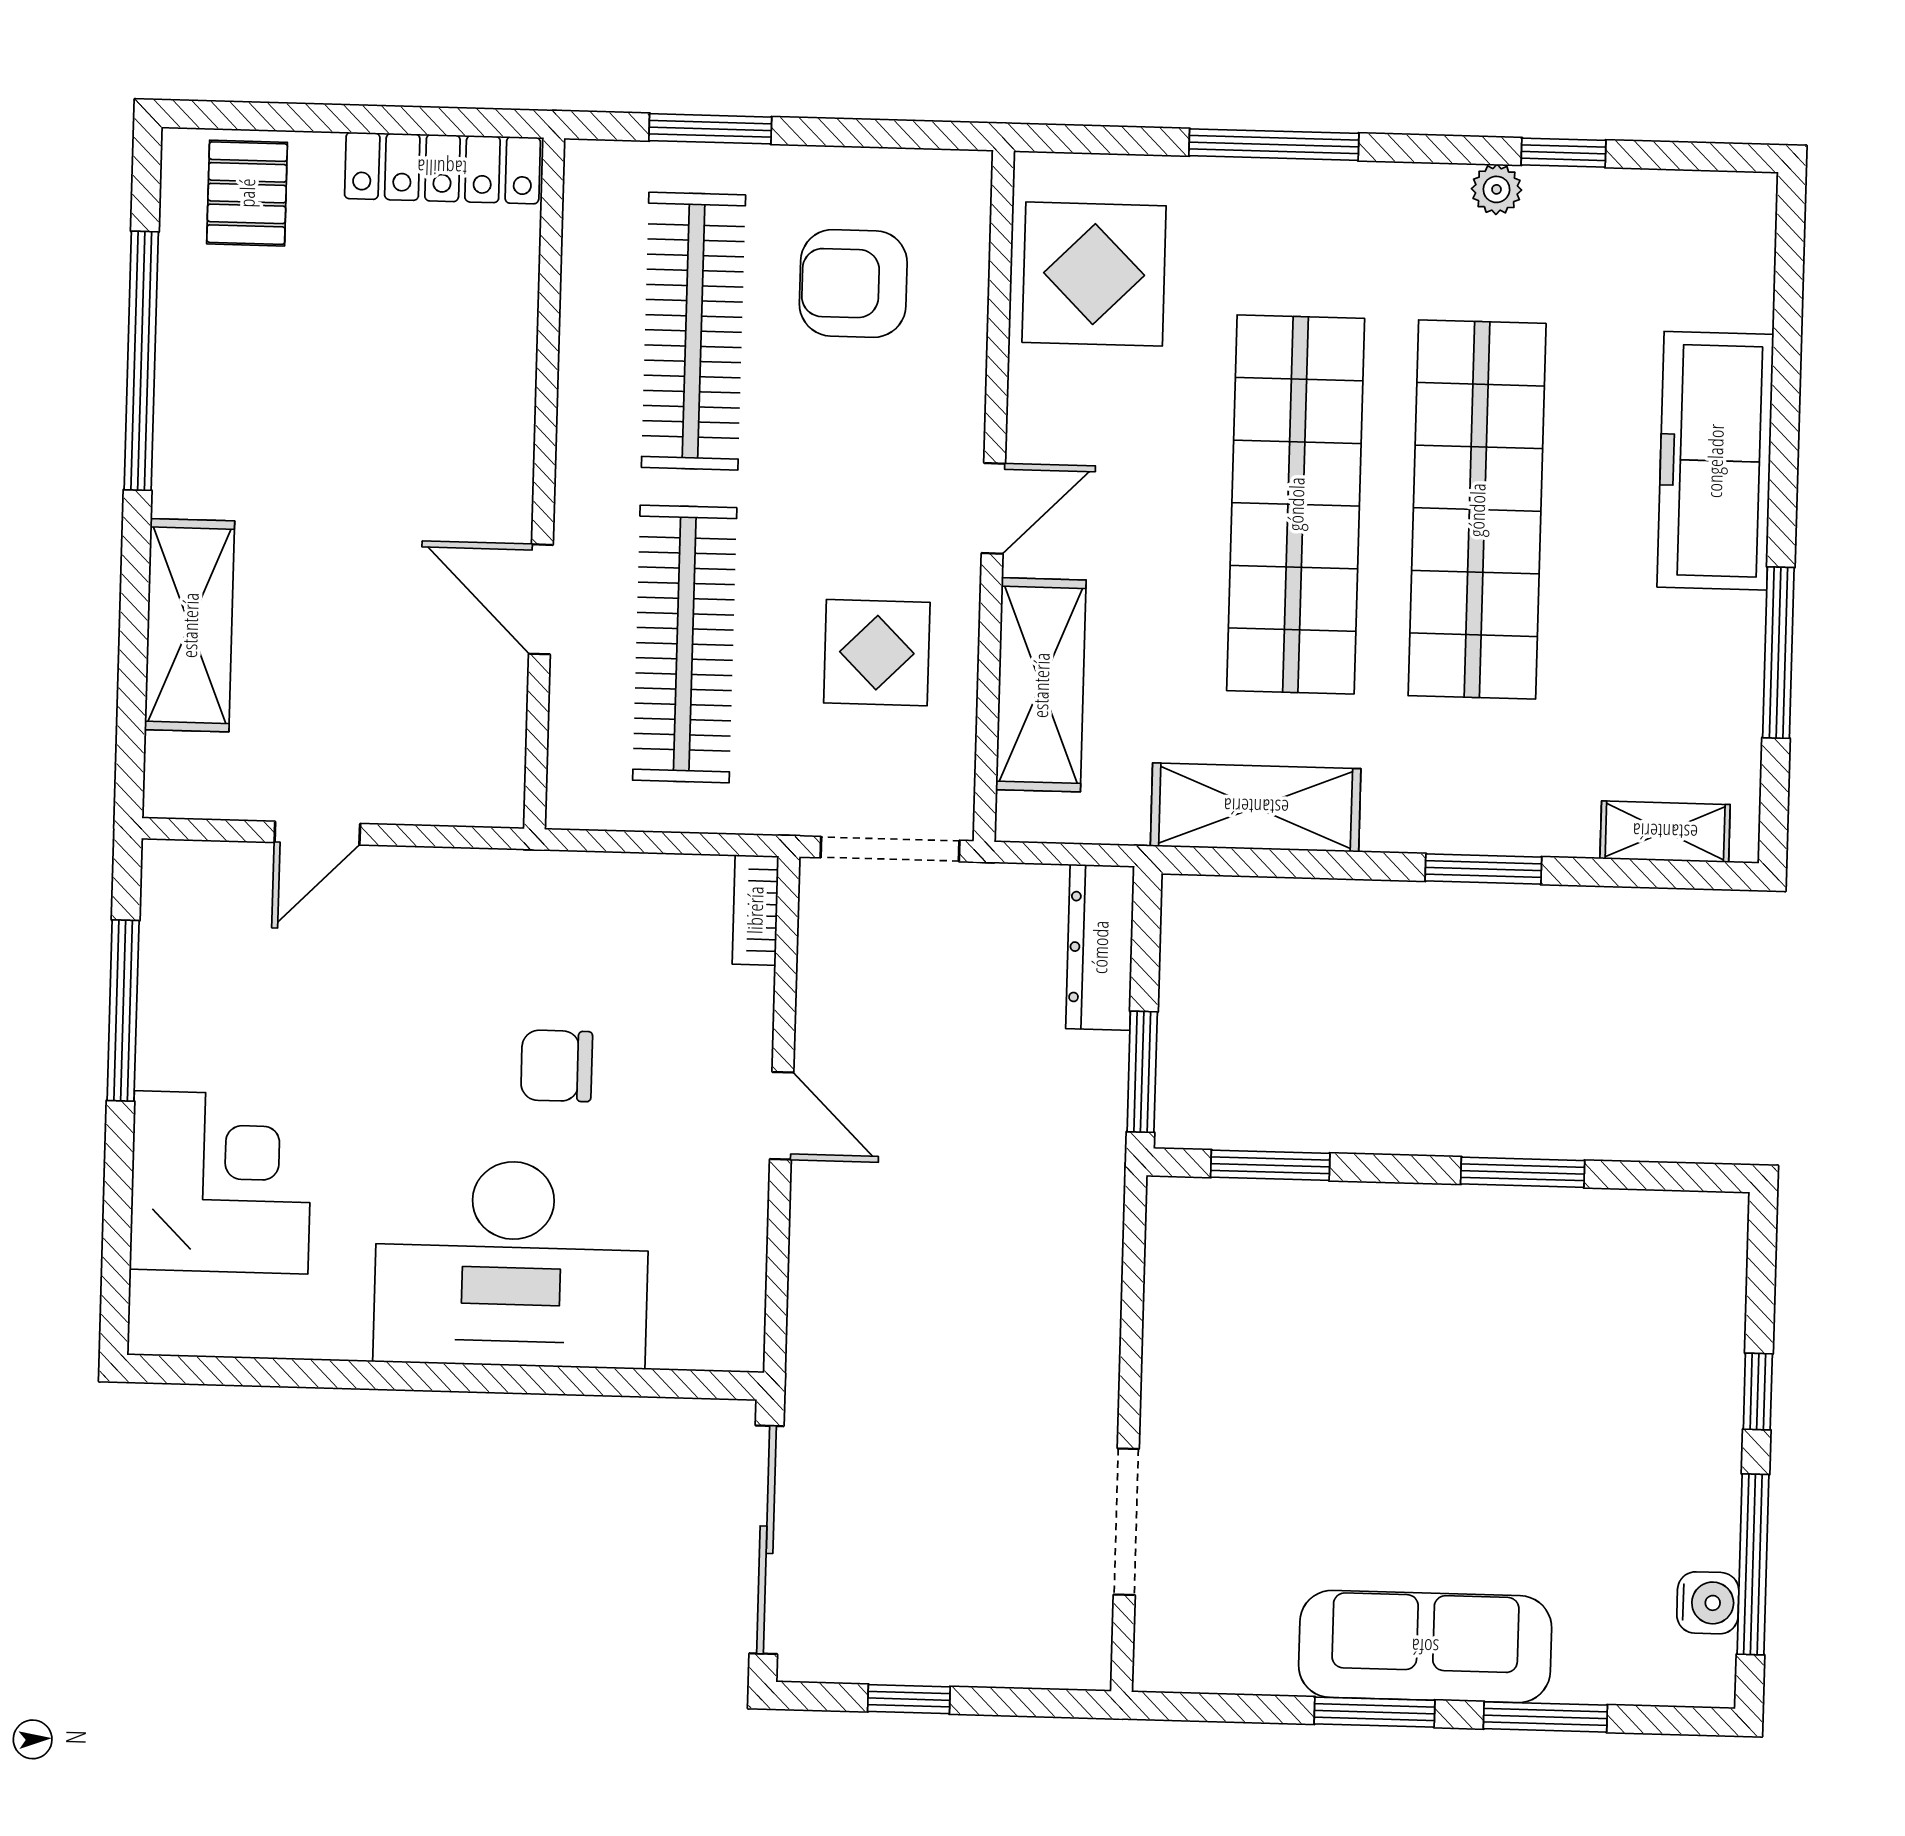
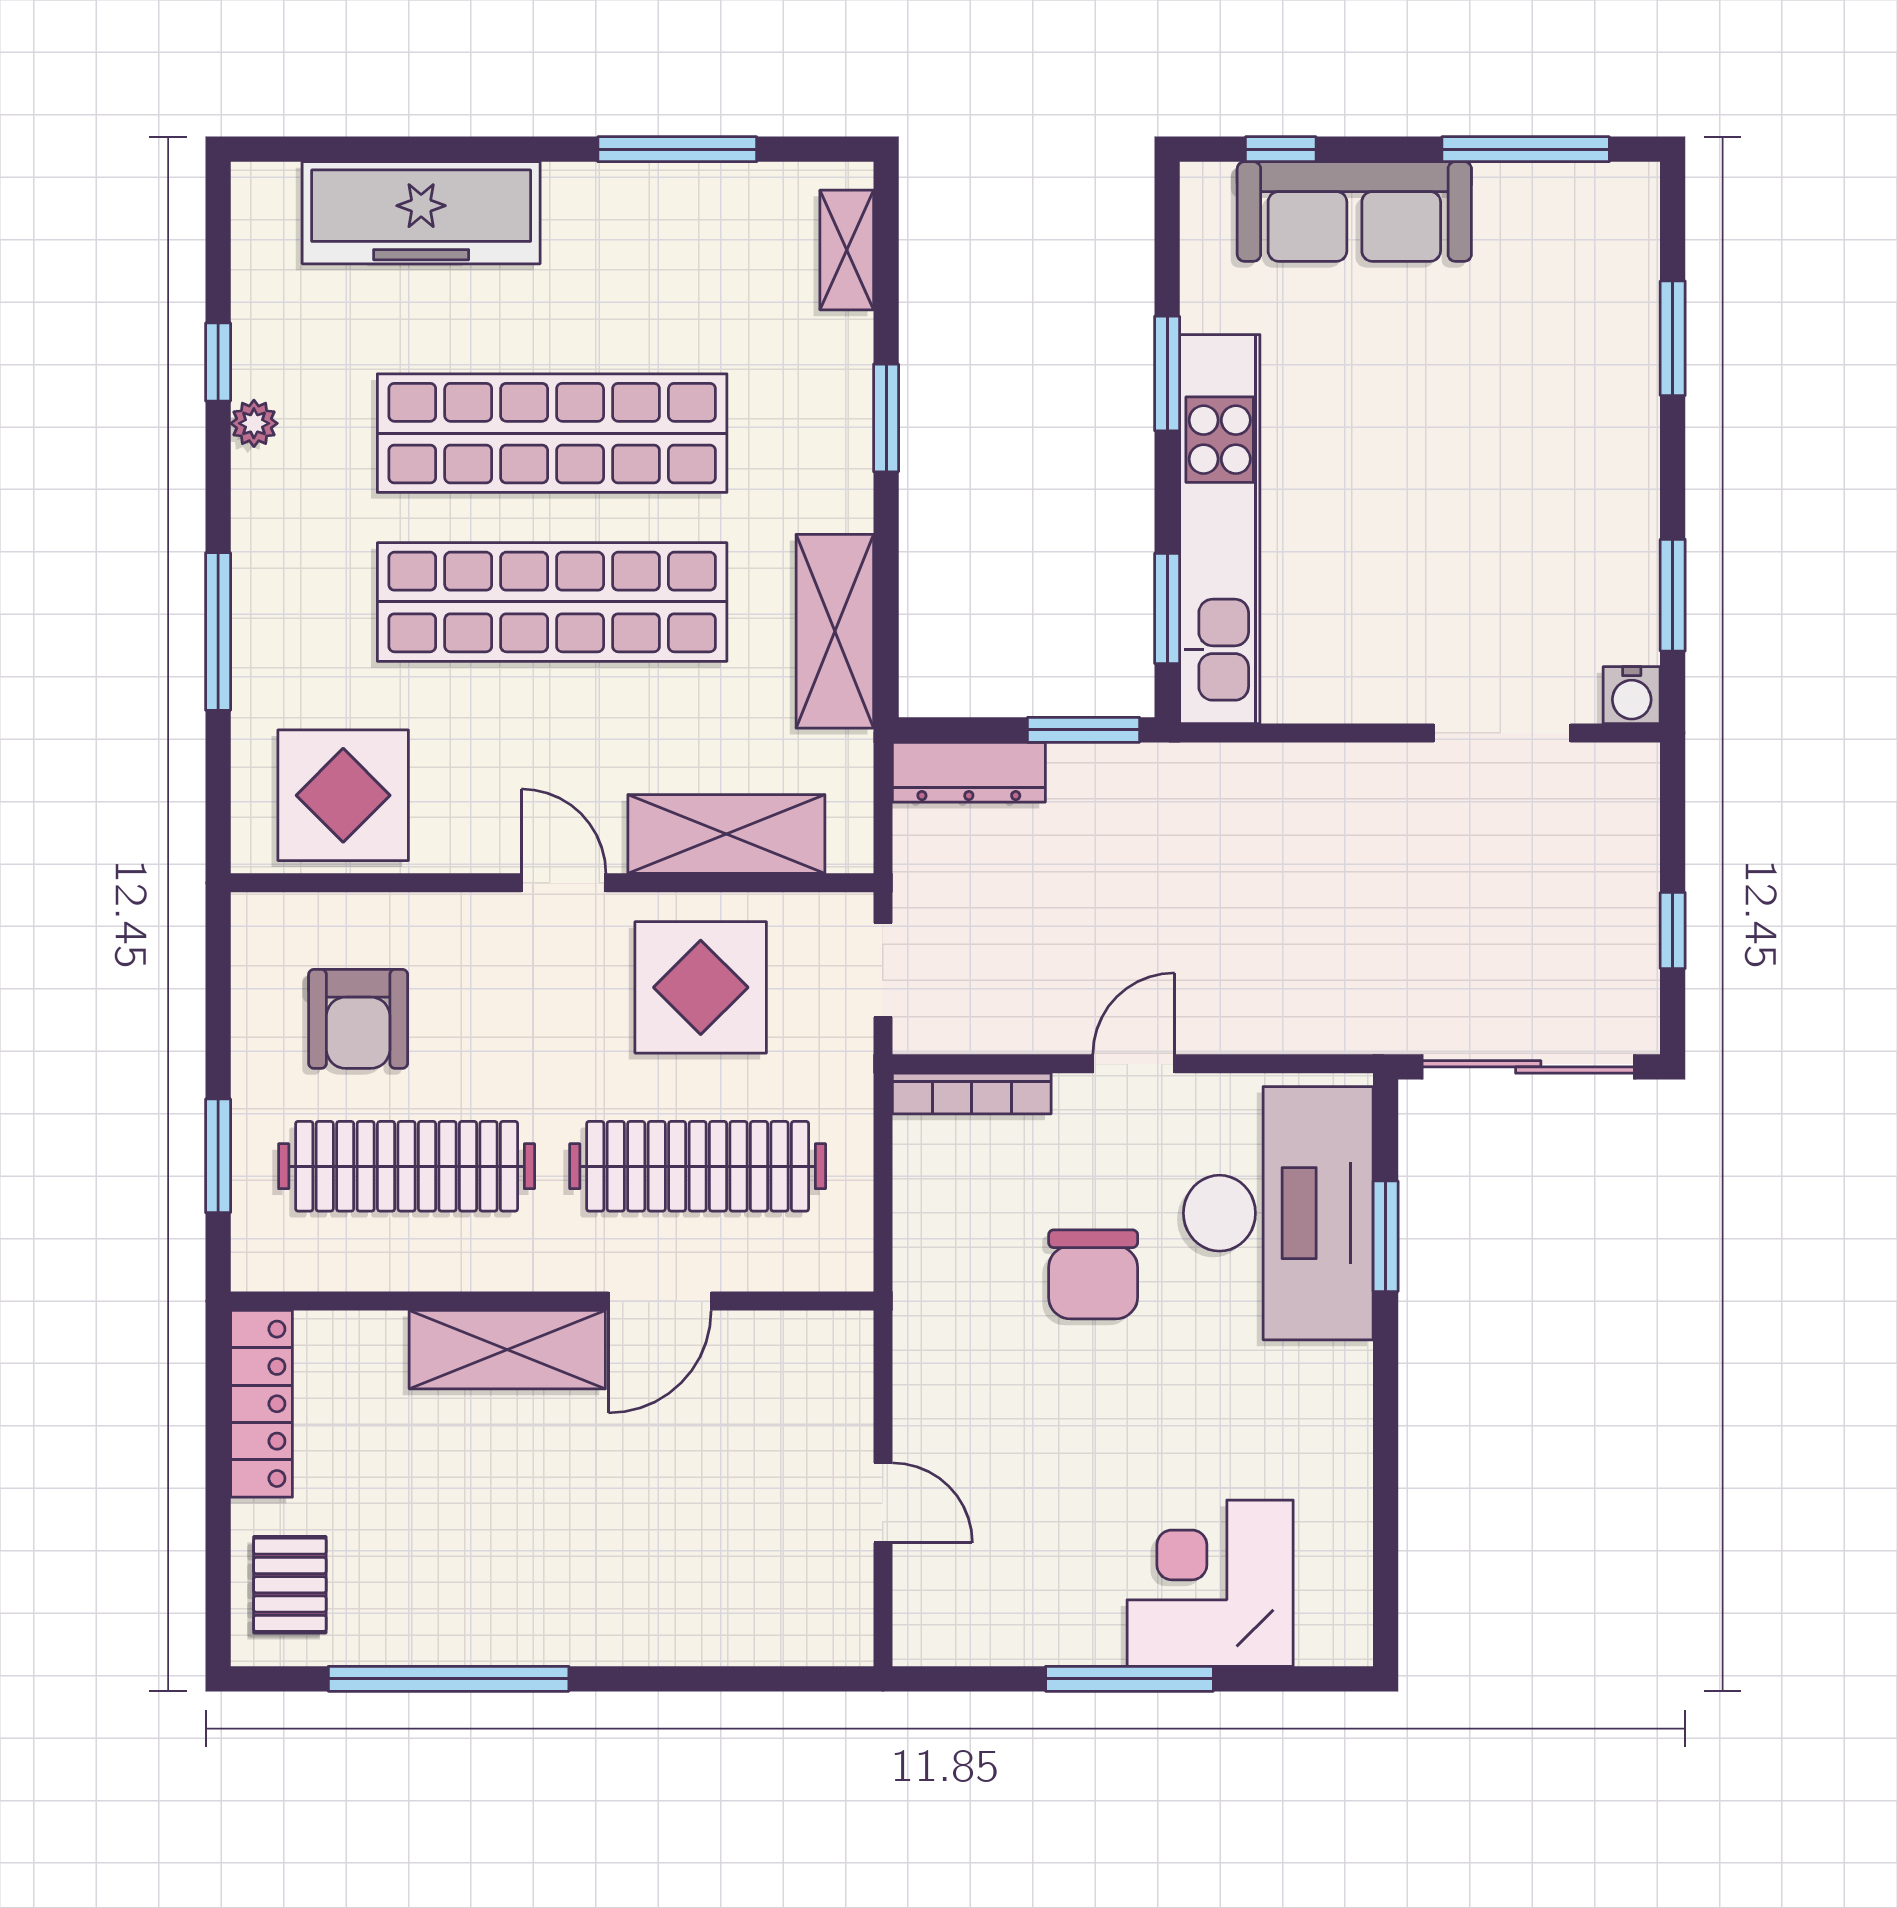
pallet: (247, 193) -> (290, 1585), turned 90
freezer: (1715, 461) -> (421, 213), moved
shelving: (190, 625) -> (507, 1350), moved
display table: (877, 653) -> (701, 987), width x1.36, depth x1.36
doorway: (890, 849) -> (883, 970), width x0.73
bookcase: (755, 910) -> (972, 1094), width x1.56
window: (123, 1010) -> (1129, 1679), moved
chair: (557, 1066) -> (1093, 1274), width x1.37, depth x1.37
kitchen unit: (1354, 1224) -> (1220, 529), added
desk: (512, 1264) -> (1278, 1213), moved
window: (589, 1381) -> (1386, 1236), added
window: (1758, 1392) -> (1281, 149), moved
water cooler: (1708, 1603) -> (1632, 695), moved, turned 180
sofa: (1425, 1647) -> (1354, 211), moved, turned -90
window: (1374, 1712) -> (1673, 595), moved

